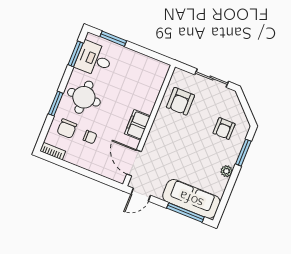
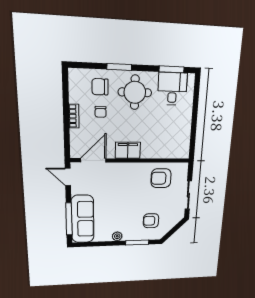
window: (113, 39) -> (196, 100), removed
bookcase: (53, 151) -> (74, 116), moved

